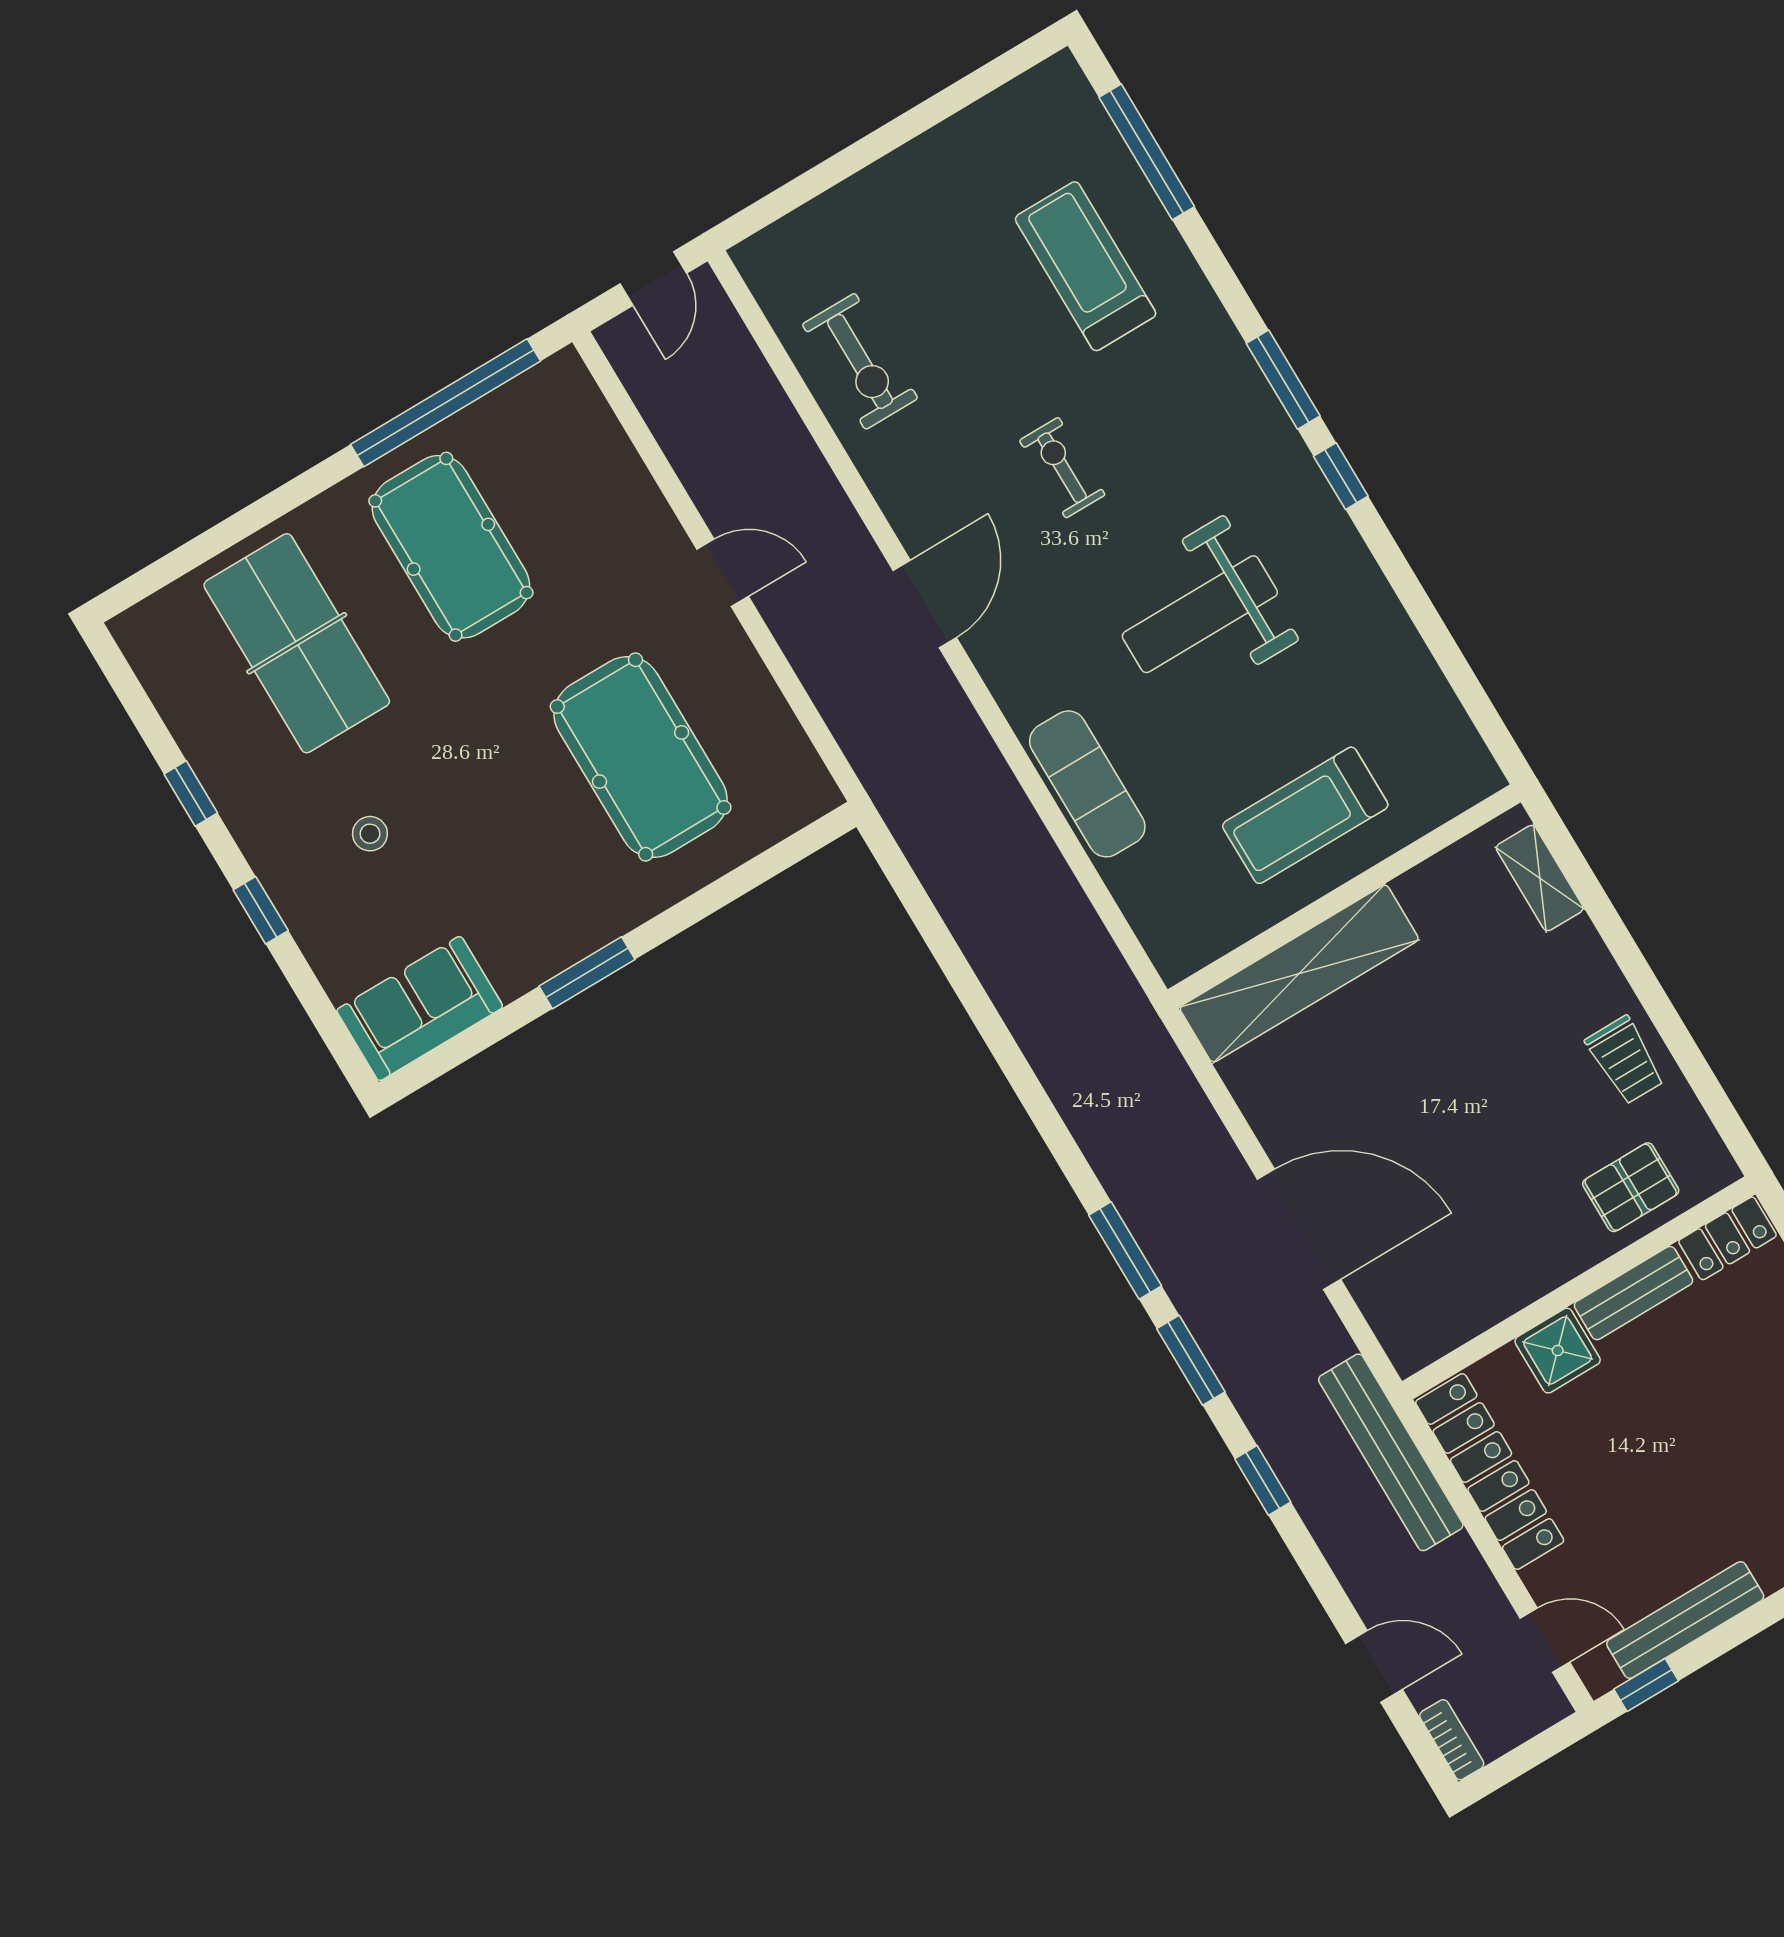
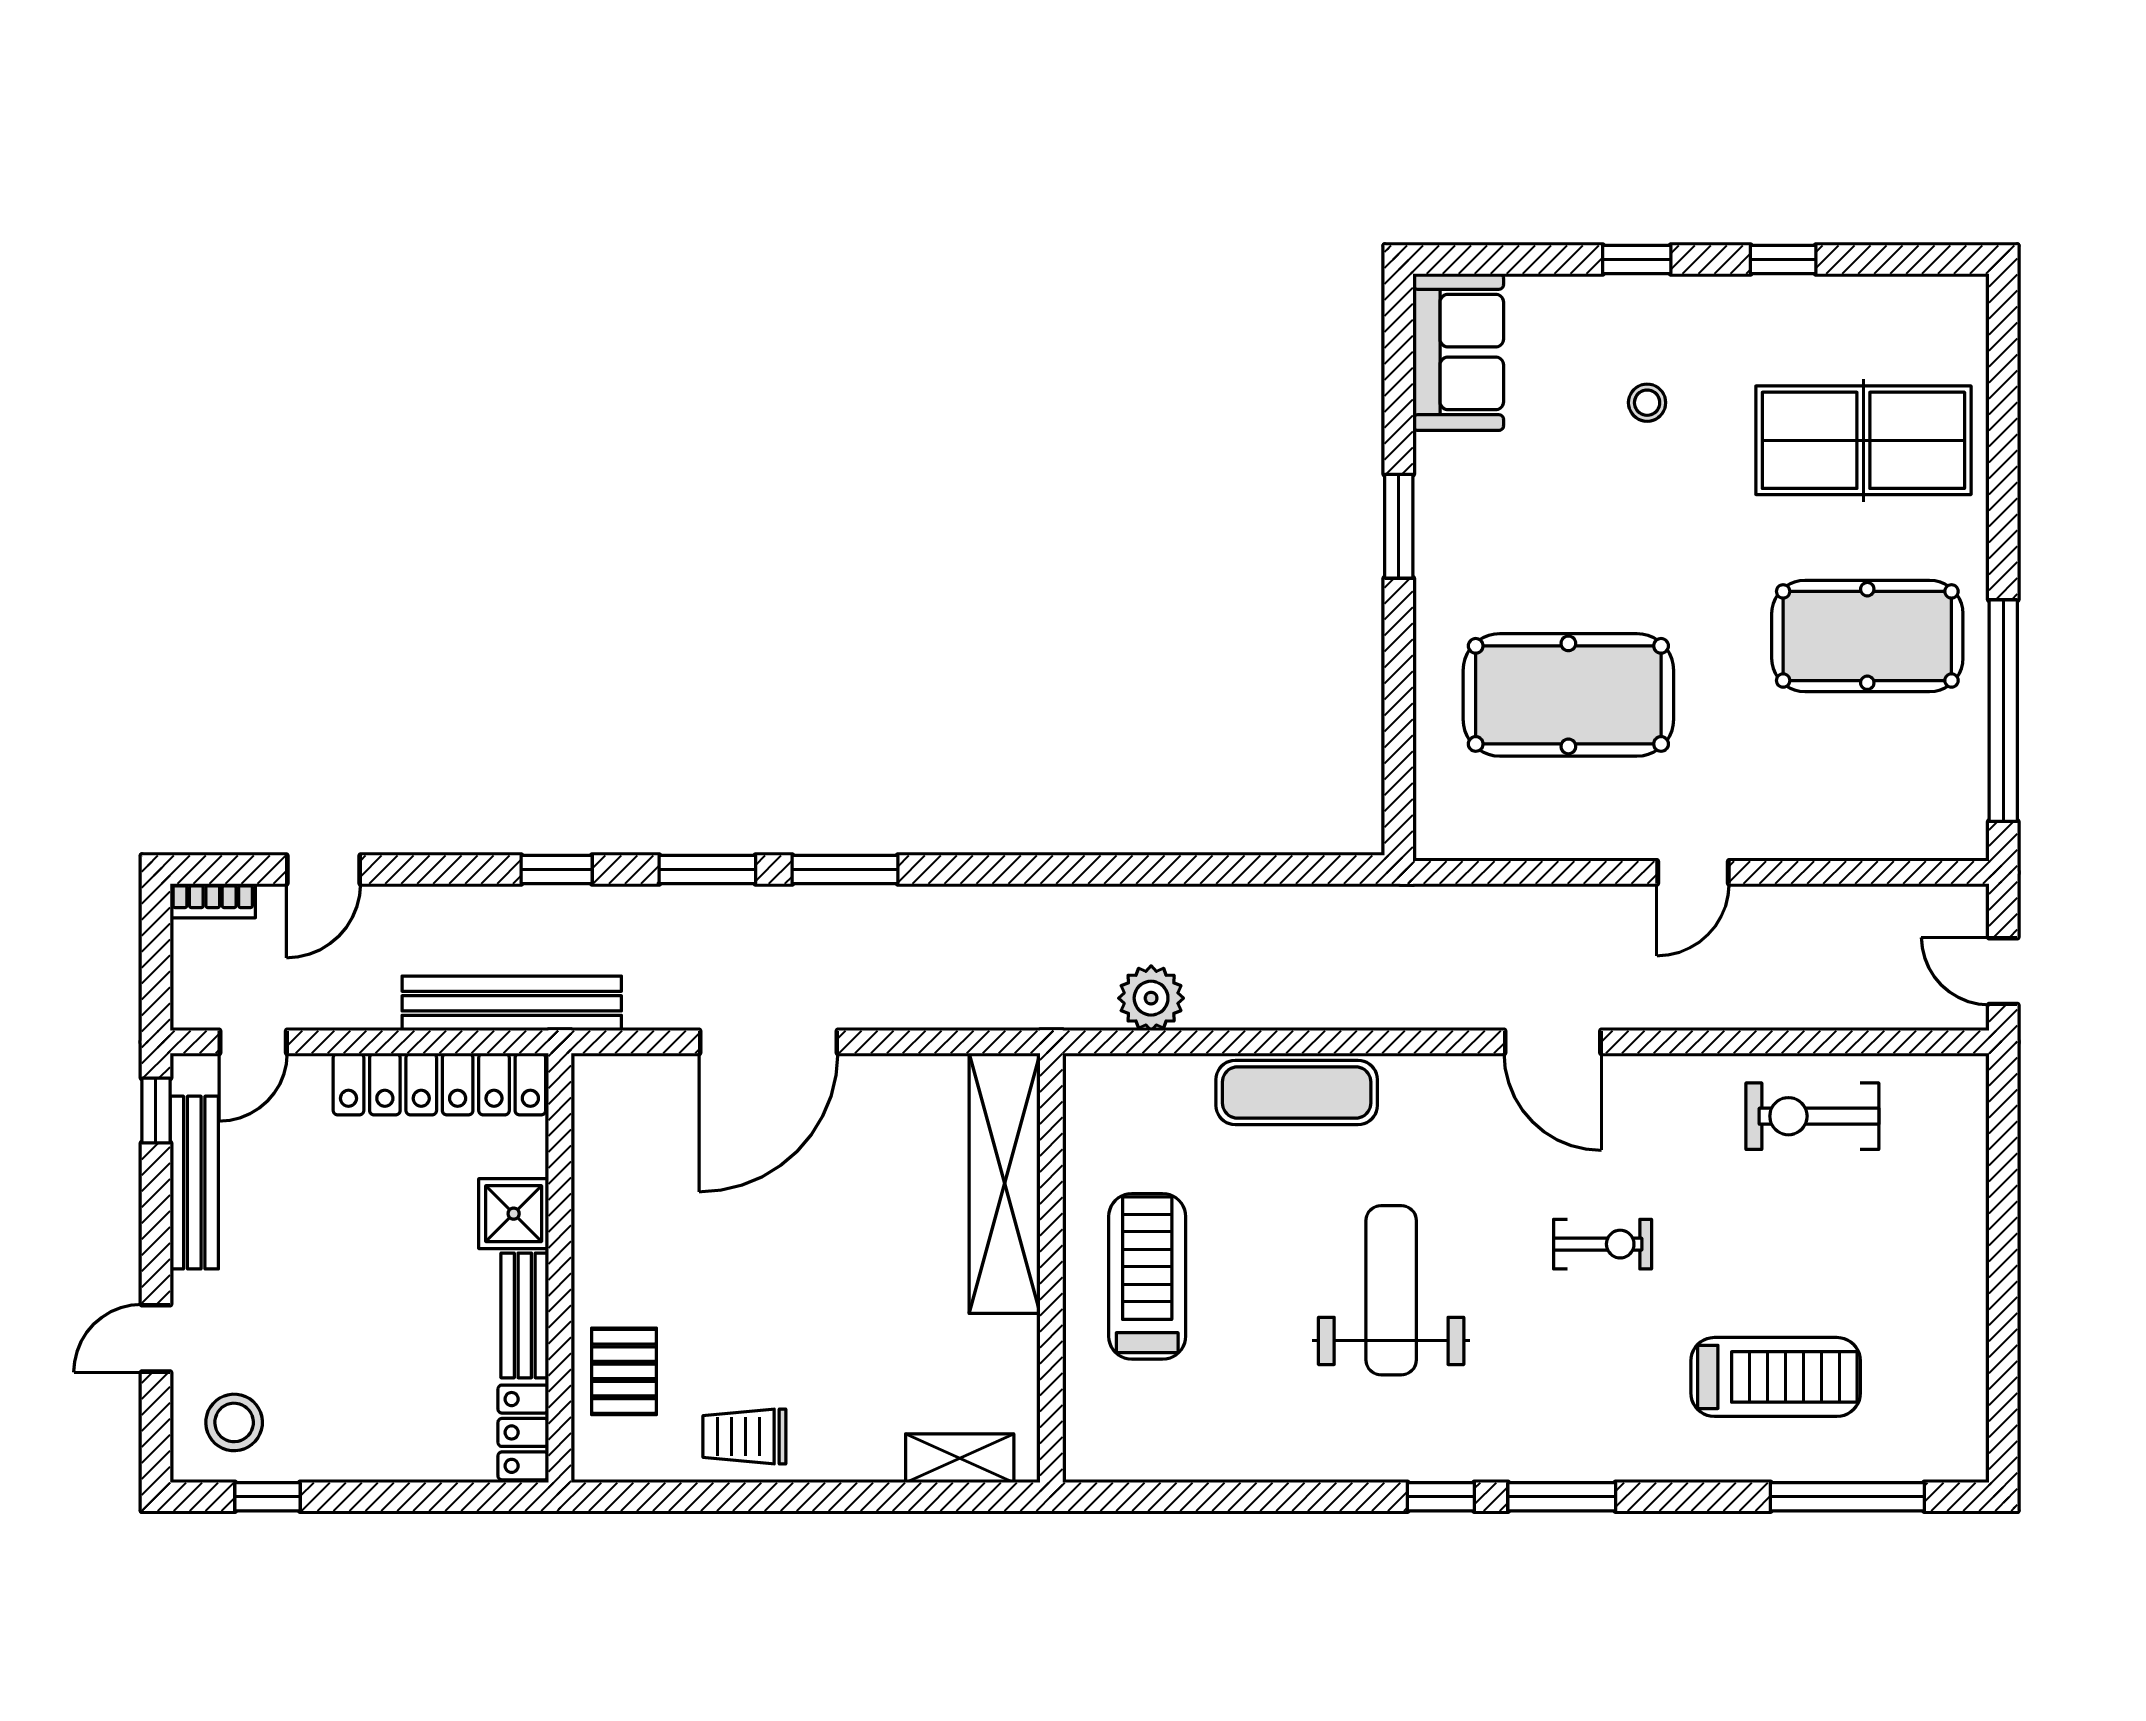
plant: (1082, 945) -> (1151, 998), added

